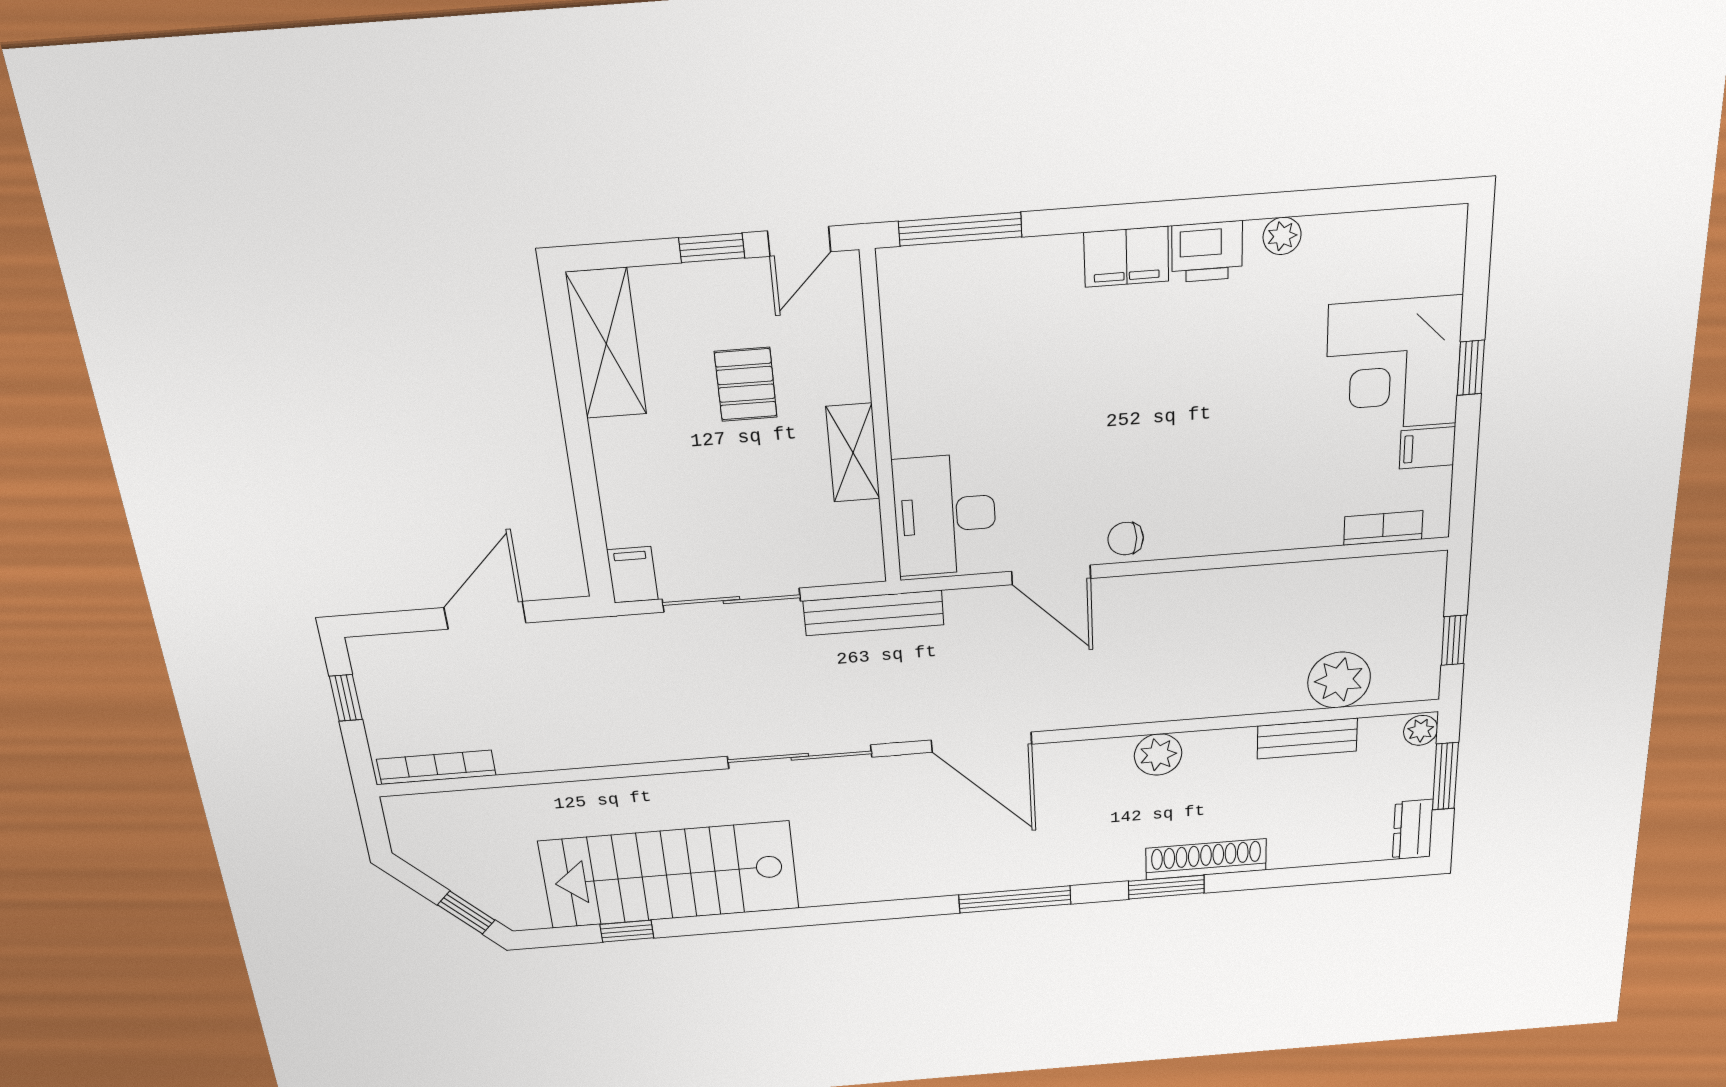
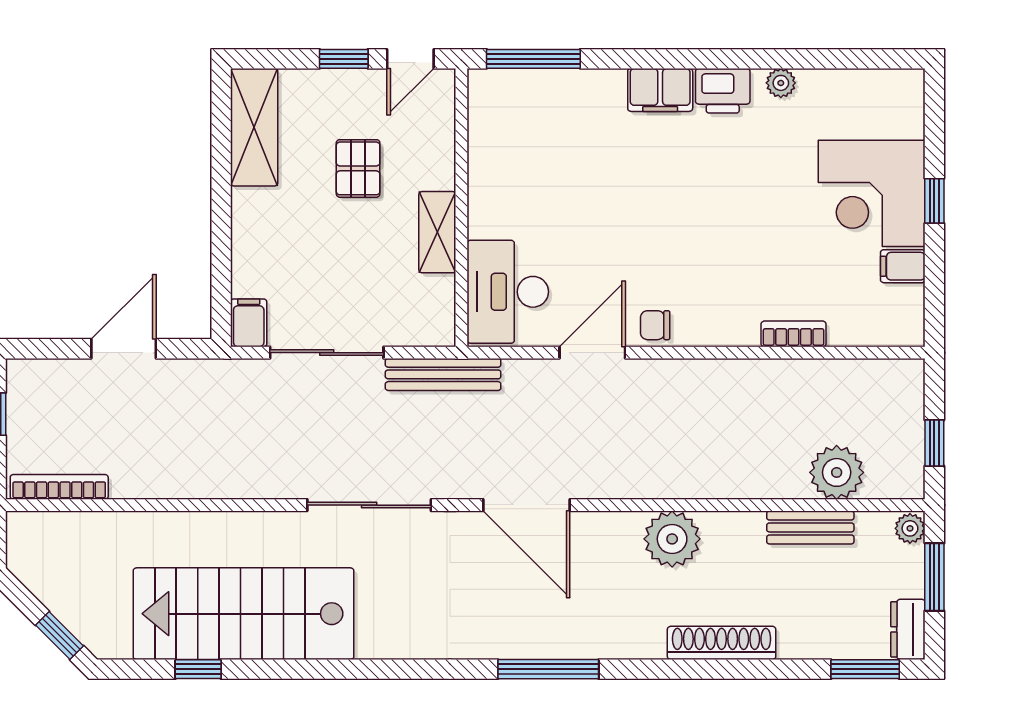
bookcase: (1383, 528) -> (794, 334), moved
door: (1051, 575) -> (592, 353), swing flipped
plant: (1158, 755) -> (672, 539), width x1.36, depth x1.36
window: (1166, 887) -> (865, 669), moved

